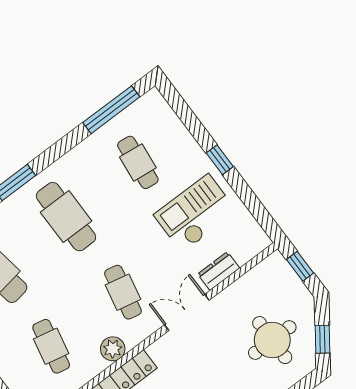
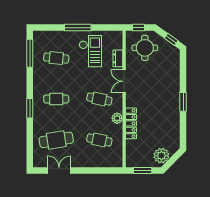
window: (220, 160) -> (78, 28), width x2.17
checkout: (195, 213) -> (90, 51), turned 180
cafe table: (66, 217) -> (56, 99), width x0.73, depth x0.74
round table: (272, 340) -> (145, 48), moved

